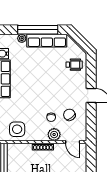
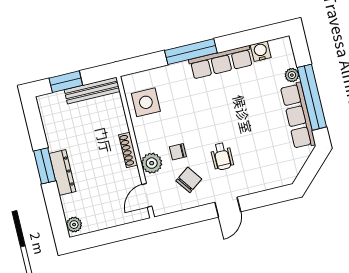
wheelchair: (74, 65) -> (222, 156), moved

